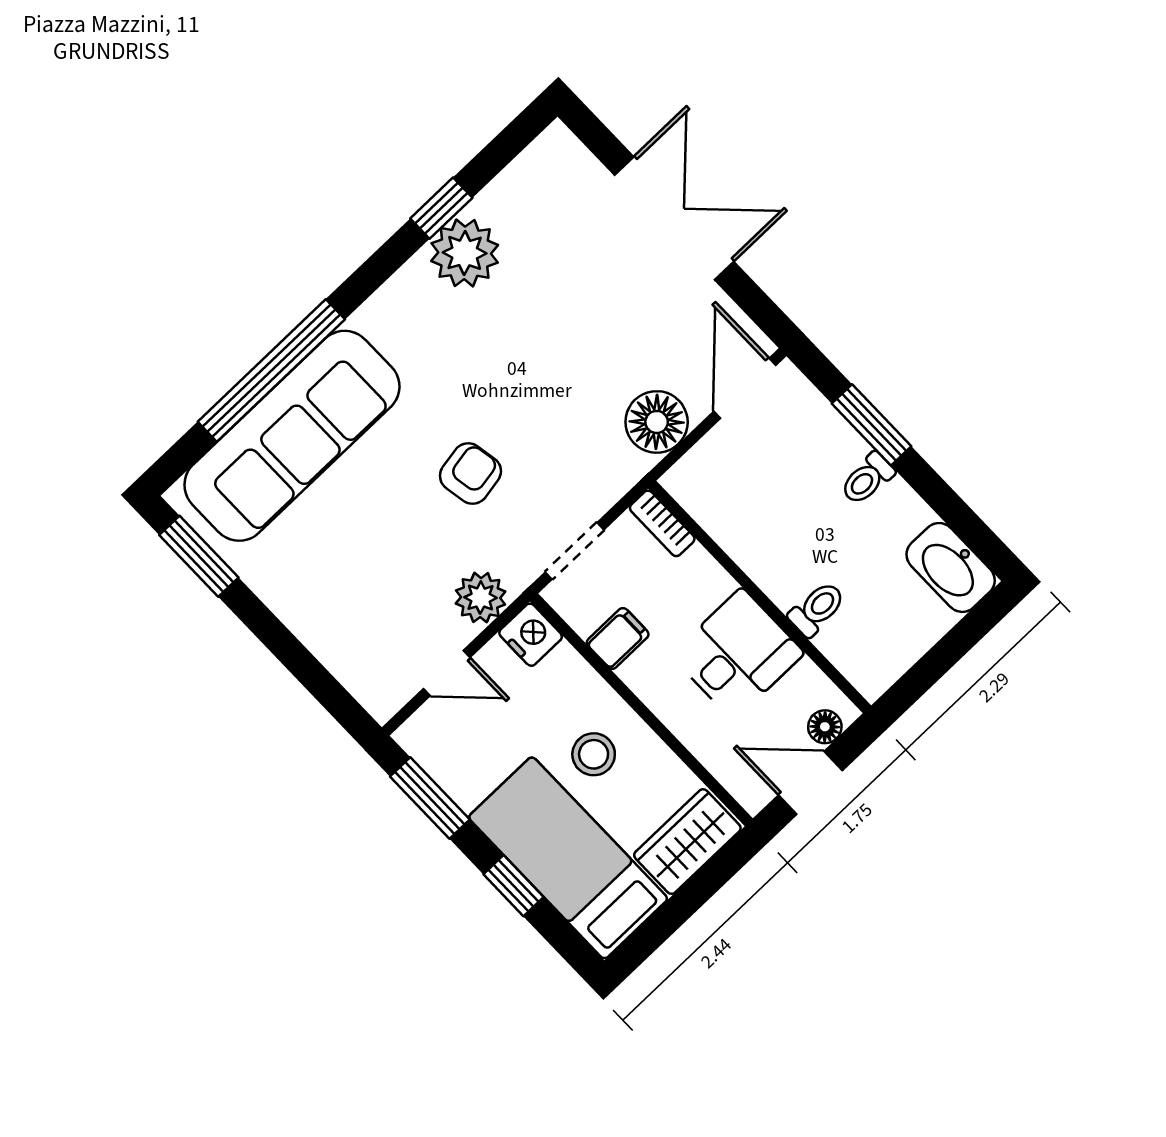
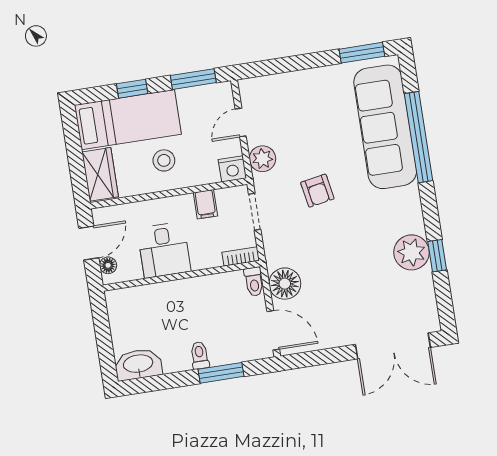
double door: (674, 218) -> (393, 346), moved
toilet: (817, 609) -> (254, 282), moved

